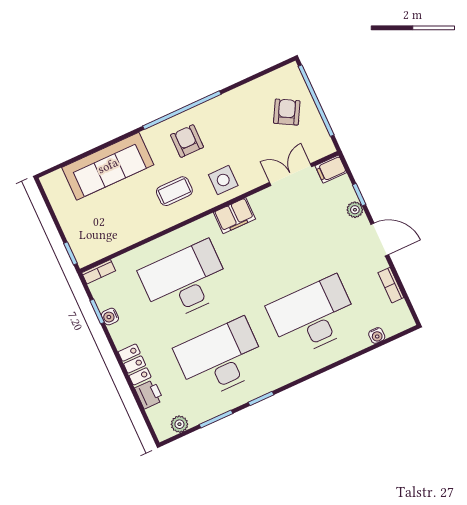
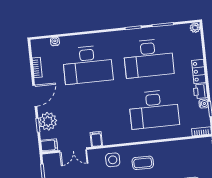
plant: (355, 210) -> (48, 121), width x1.87, depth x1.87
filing cabinet: (234, 216) -> (96, 139), moved, width x0.50
door: (380, 239) -> (35, 96), swing flipped
printer: (149, 394) -> (200, 91), moved
plant: (179, 424) -> (195, 28), moved

